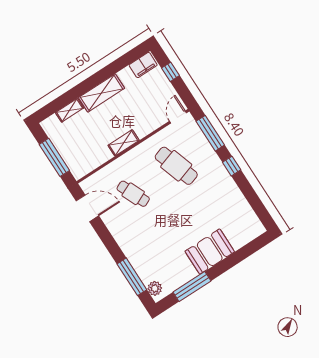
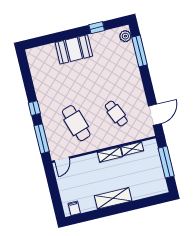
filing cabinet: (143, 65) -> (74, 208), width x0.50
window: (170, 72) -> (55, 196), removed
shelving: (70, 110) -> (132, 149), moved
door: (87, 208) -> (155, 115), swing flipped
window: (192, 286) -> (97, 28), width x0.46

